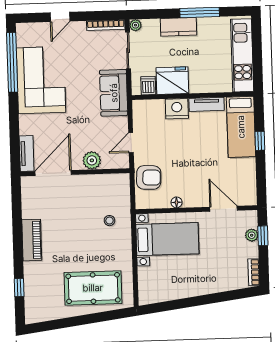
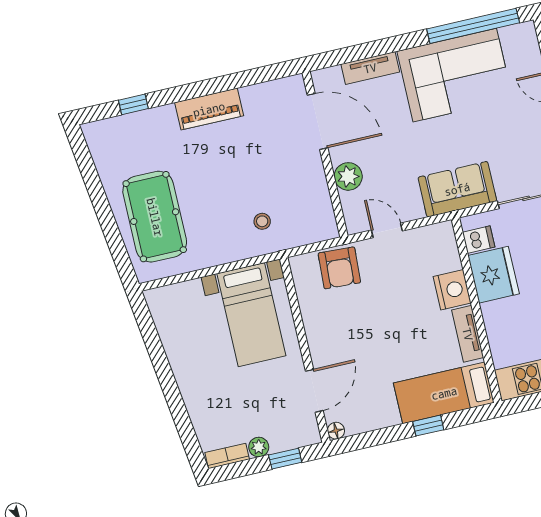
tv unit: (27, 154) -> (370, 68), moved
floor lamp: (177, 202) -> (336, 431), moved
plant: (252, 235) -> (259, 447), moved

